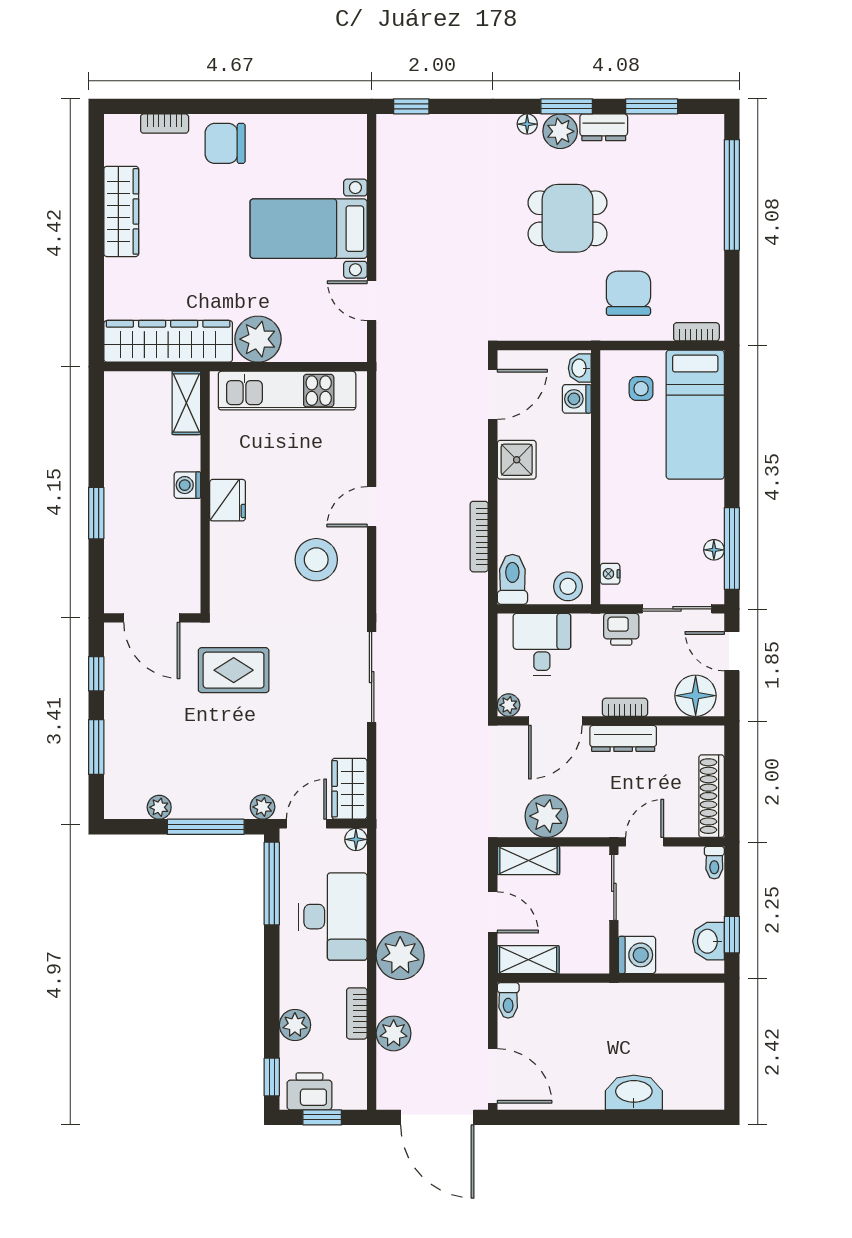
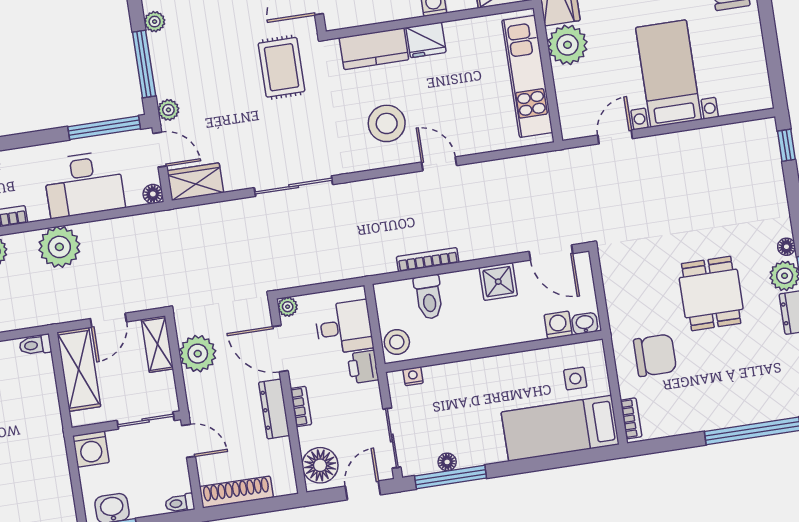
kitchen counter: (229, 561) -> (374, 49), added
toilet: (512, 579) -> (429, 297), moved, turned 90
printer: (621, 629) -> (363, 367), moved
shelving: (528, 960) -> (79, 369), width x1.50, depth x1.33

